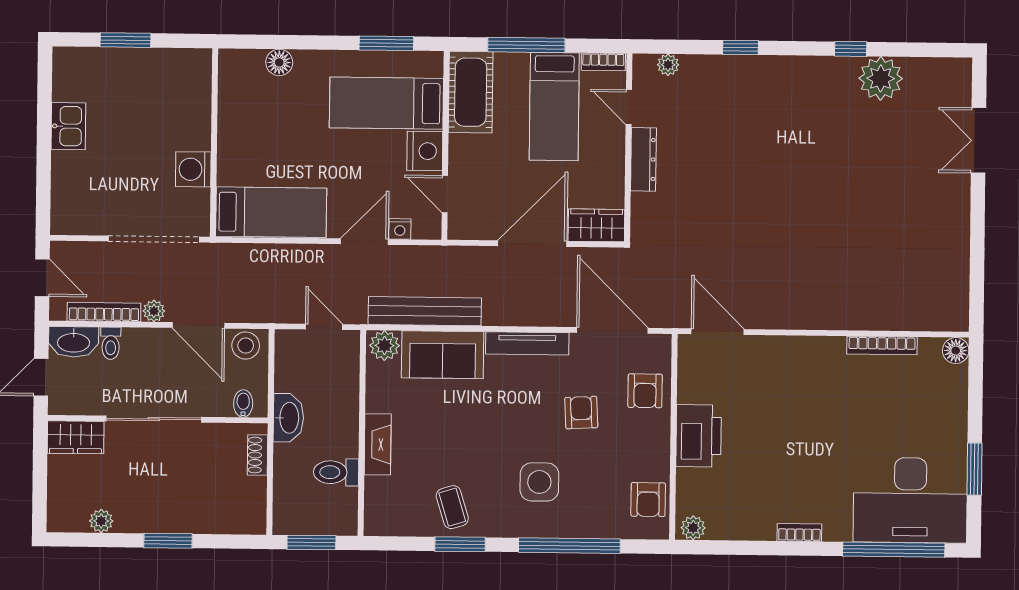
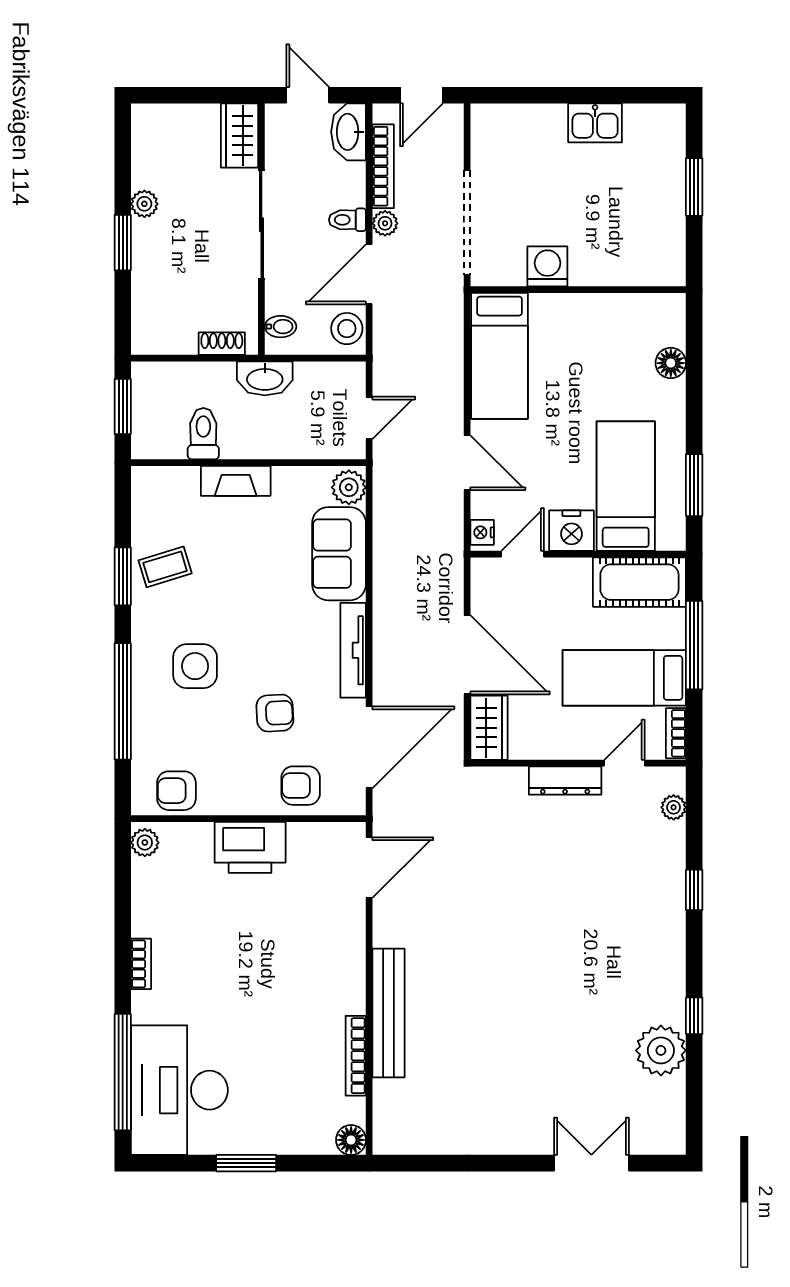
nightstand: (400, 229) -> (482, 532), moved
bench: (425, 311) -> (389, 1013), moved
toilet: (111, 343) -> (347, 220), moved
window: (974, 469) -> (246, 1163), moved
plant: (101, 521) -> (144, 204), moved

